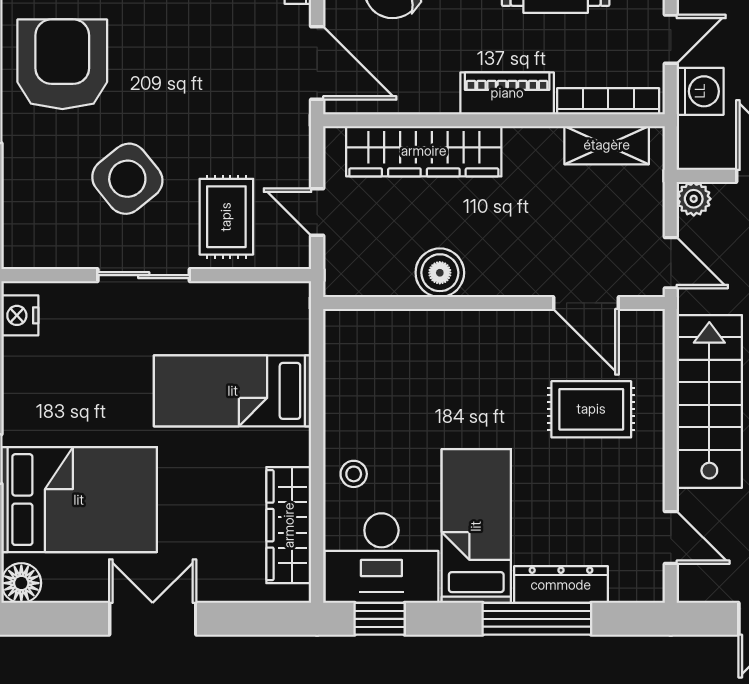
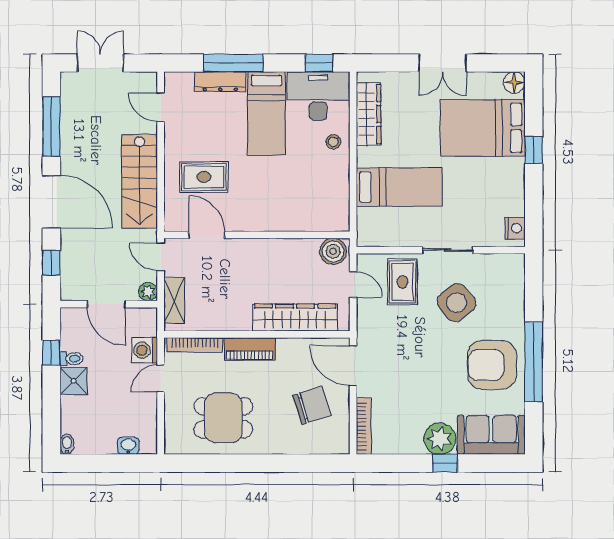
armchair: (62, 64) -> (492, 365), turned 90
shelving: (607, 145) -> (174, 300), moved, turned 90
boiler: (440, 273) -> (333, 251), moved

